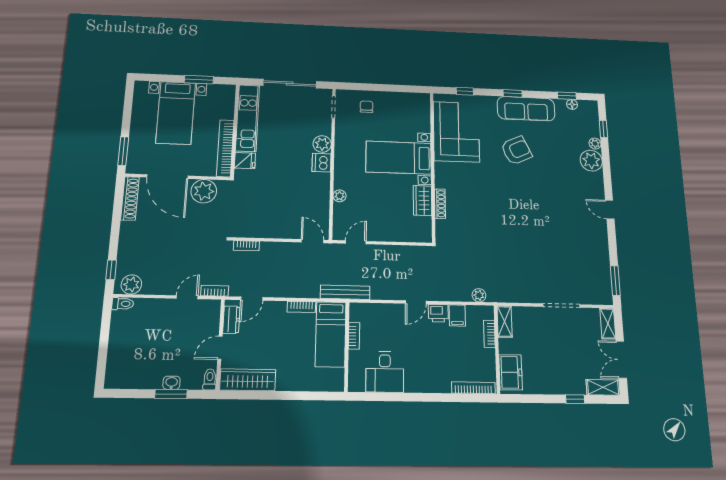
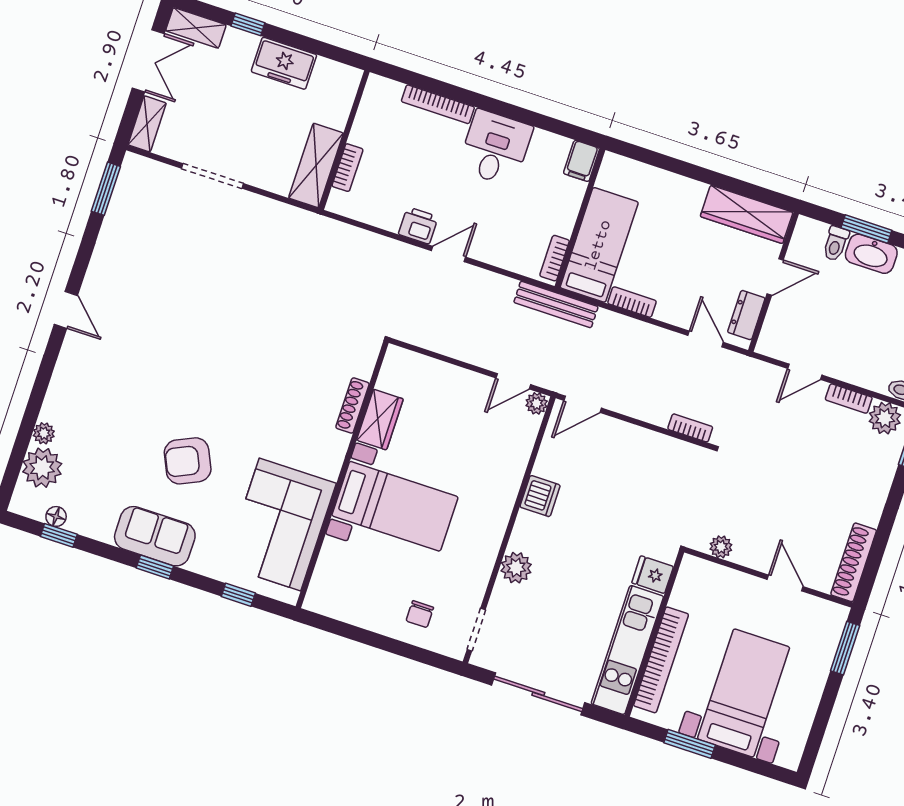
sofa: (526, 109) -> (155, 536), width x0.73
window: (603, 129) -> (18, 455), removed
bookcase: (225, 148) -> (661, 660), moved
plant: (591, 161) -> (42, 468), moved
dishwasher: (322, 163) -> (540, 496), moved
door: (167, 177) -> (785, 583), width x0.53
plant: (204, 191) -> (721, 547), width x0.53, depth x0.53
plant: (340, 196) -> (537, 403), moved
door: (312, 241) -> (583, 404), hinge flipped
bookcase: (215, 291) -> (849, 399), moved
plant: (479, 295) -> (342, 234), removed
door: (252, 299) -> (706, 339), hinge flipped
filing cabinet: (457, 315) -> (582, 161), moved, turned 180
shelving: (505, 322) -> (316, 165), width x1.50, depth x1.33
bookcase: (354, 336) -> (555, 258), moved
desk: (385, 372) -> (495, 148), moved
freezer: (511, 372) -> (284, 63), moved, turned -90
toilet: (210, 379) -> (836, 244), moved
washbasin: (172, 383) -> (871, 254), width x1.91, depth x1.45
bookcase: (473, 388) -> (438, 104), moved

